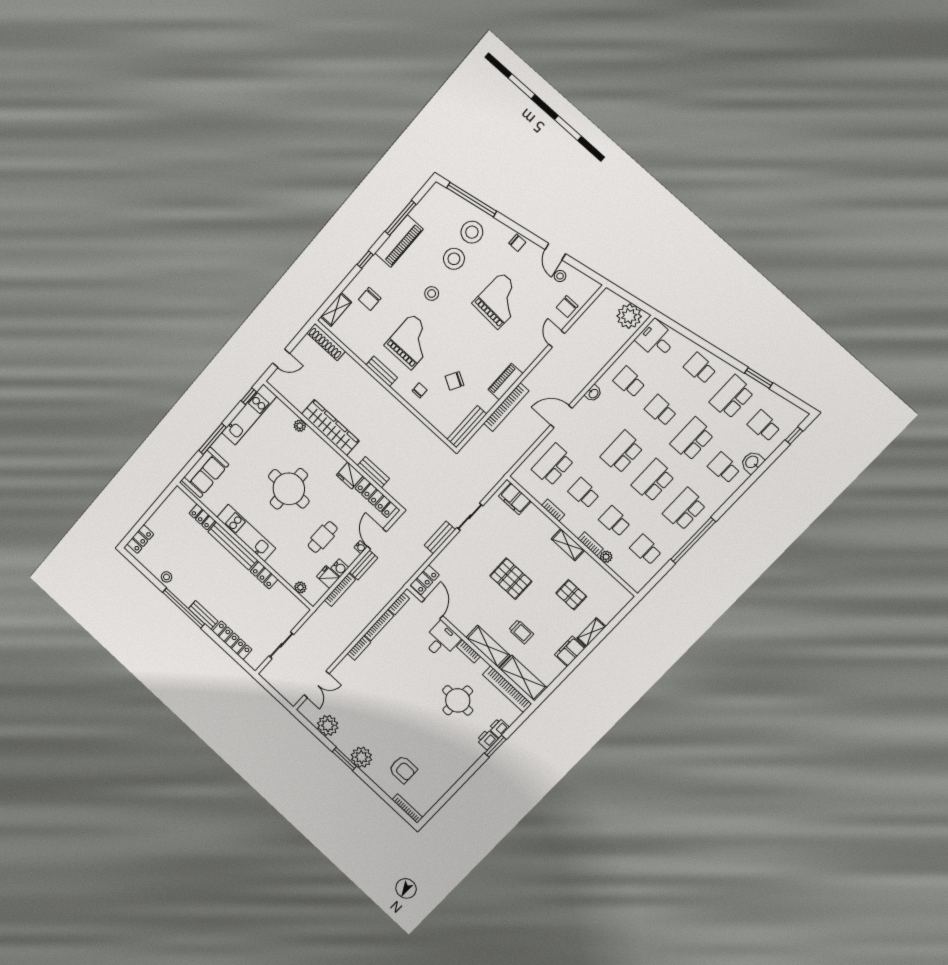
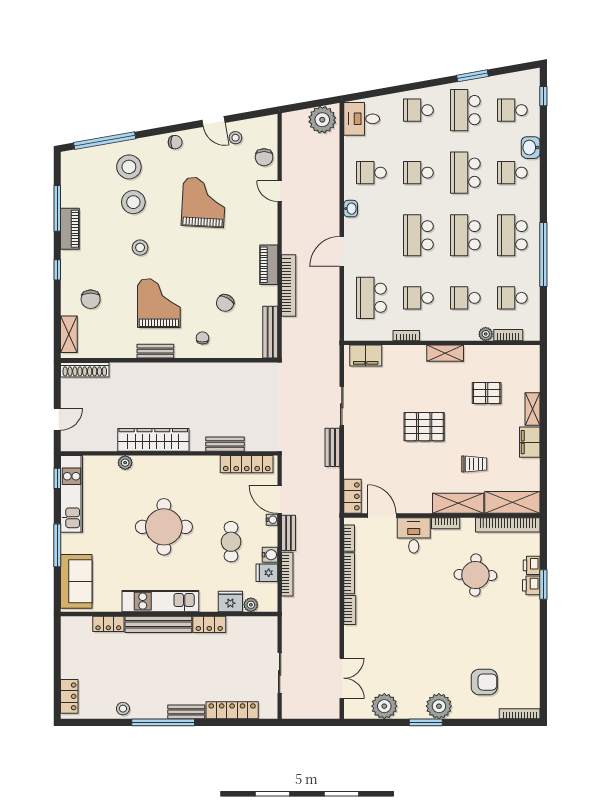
piano: (399, 241) -> (70, 229), width x0.73, depth x0.75
fridge: (350, 475) -> (230, 602), moved, turned 180
bookcase: (591, 544) -> (508, 335), moved

